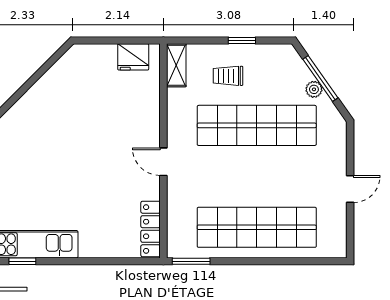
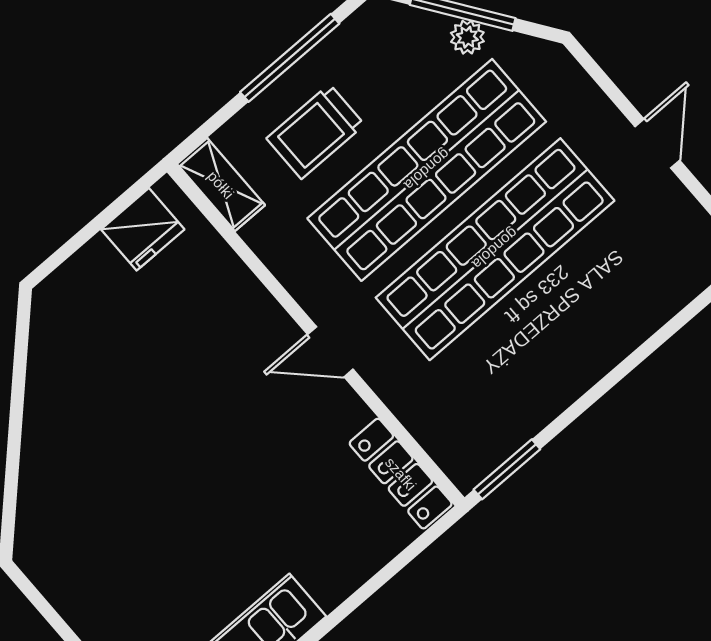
window: (242, 40) -> (290, 58), width x2.17
trolley: (228, 76) -> (315, 131), width x1.36, depth x1.39
shop shelf: (257, 227) -> (495, 249), moved

